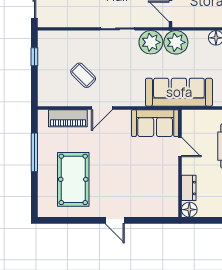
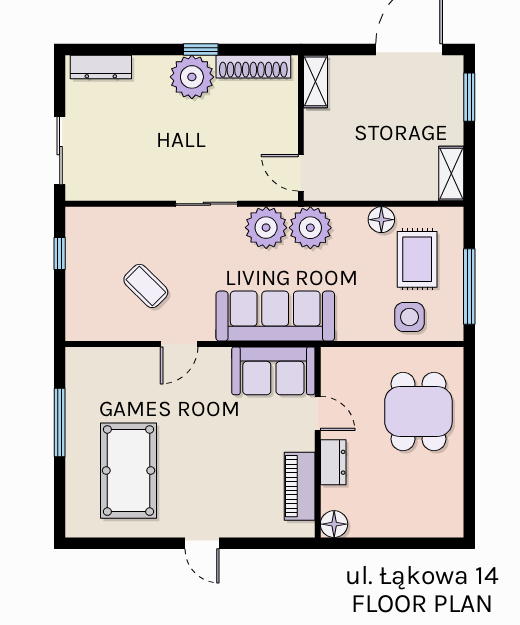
sofa: (179, 92) -> (275, 316), moved
piano: (68, 118) -> (300, 486), moved, turned 90
dresser: (189, 188) -> (333, 462), moved

